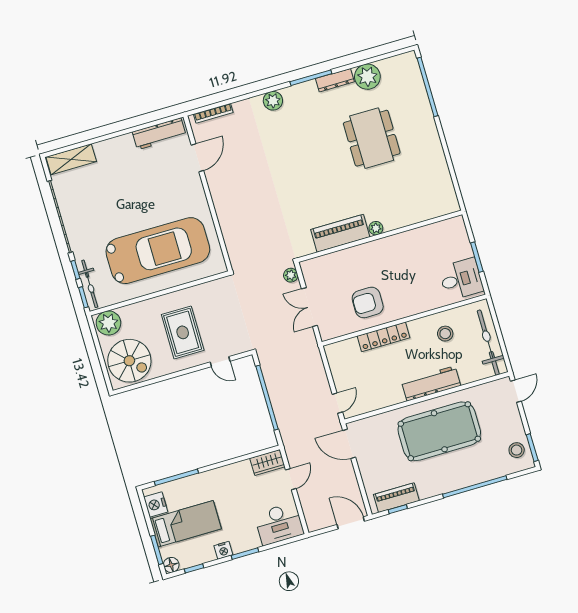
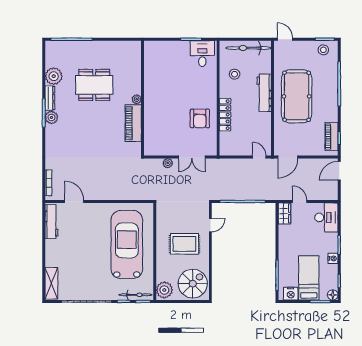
plant: (273, 101) -> (51, 117), moved
plant: (376, 228) -> (137, 99), moved
piano: (340, 233) -> (133, 123), moved
wall: (380, 236) -> (143, 98), moved

